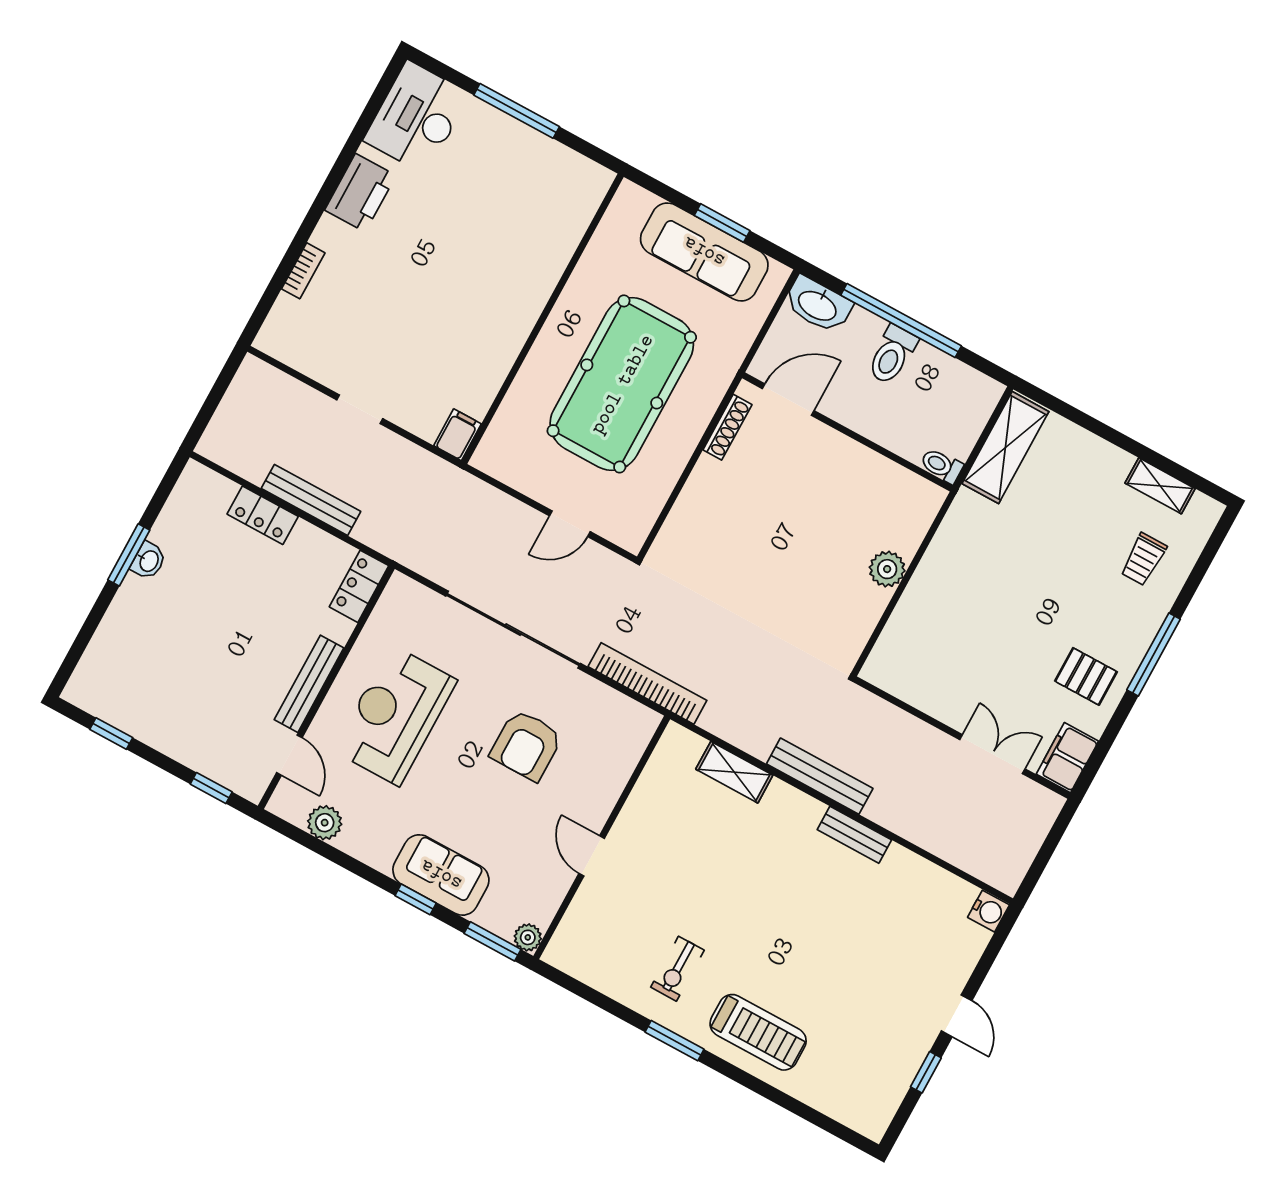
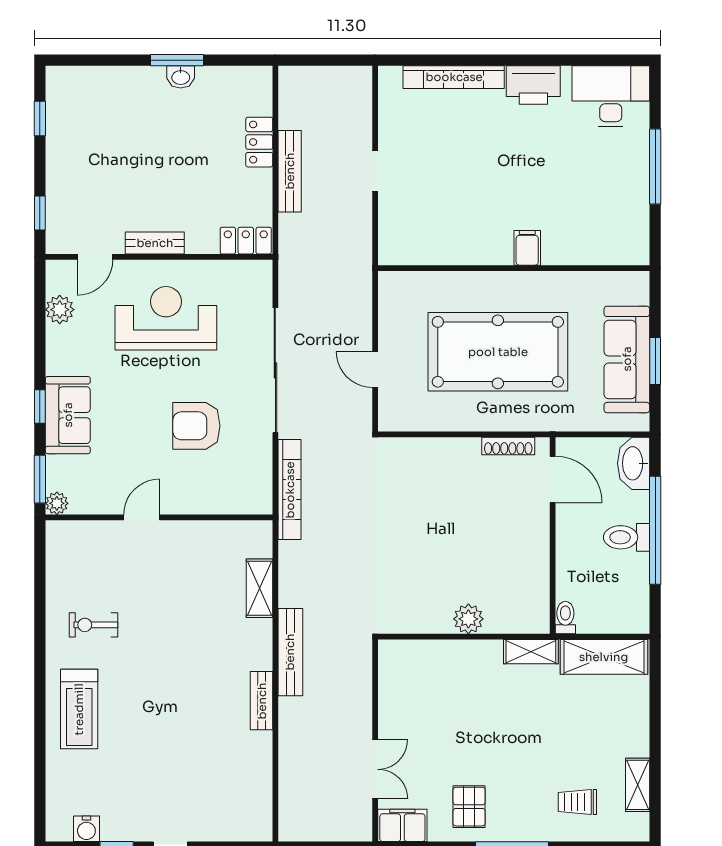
bookcase: (303, 271) -> (454, 77), width x2.31, depth x1.31
filing cabinet: (457, 435) -> (527, 248), moved, turned -90
shelving: (958, 522) -> (531, 652), added
bench: (309, 684) -> (155, 243), width x0.73
water cooler: (988, 911) -> (86, 829), moved
window: (674, 1041) -> (40, 651), removed

